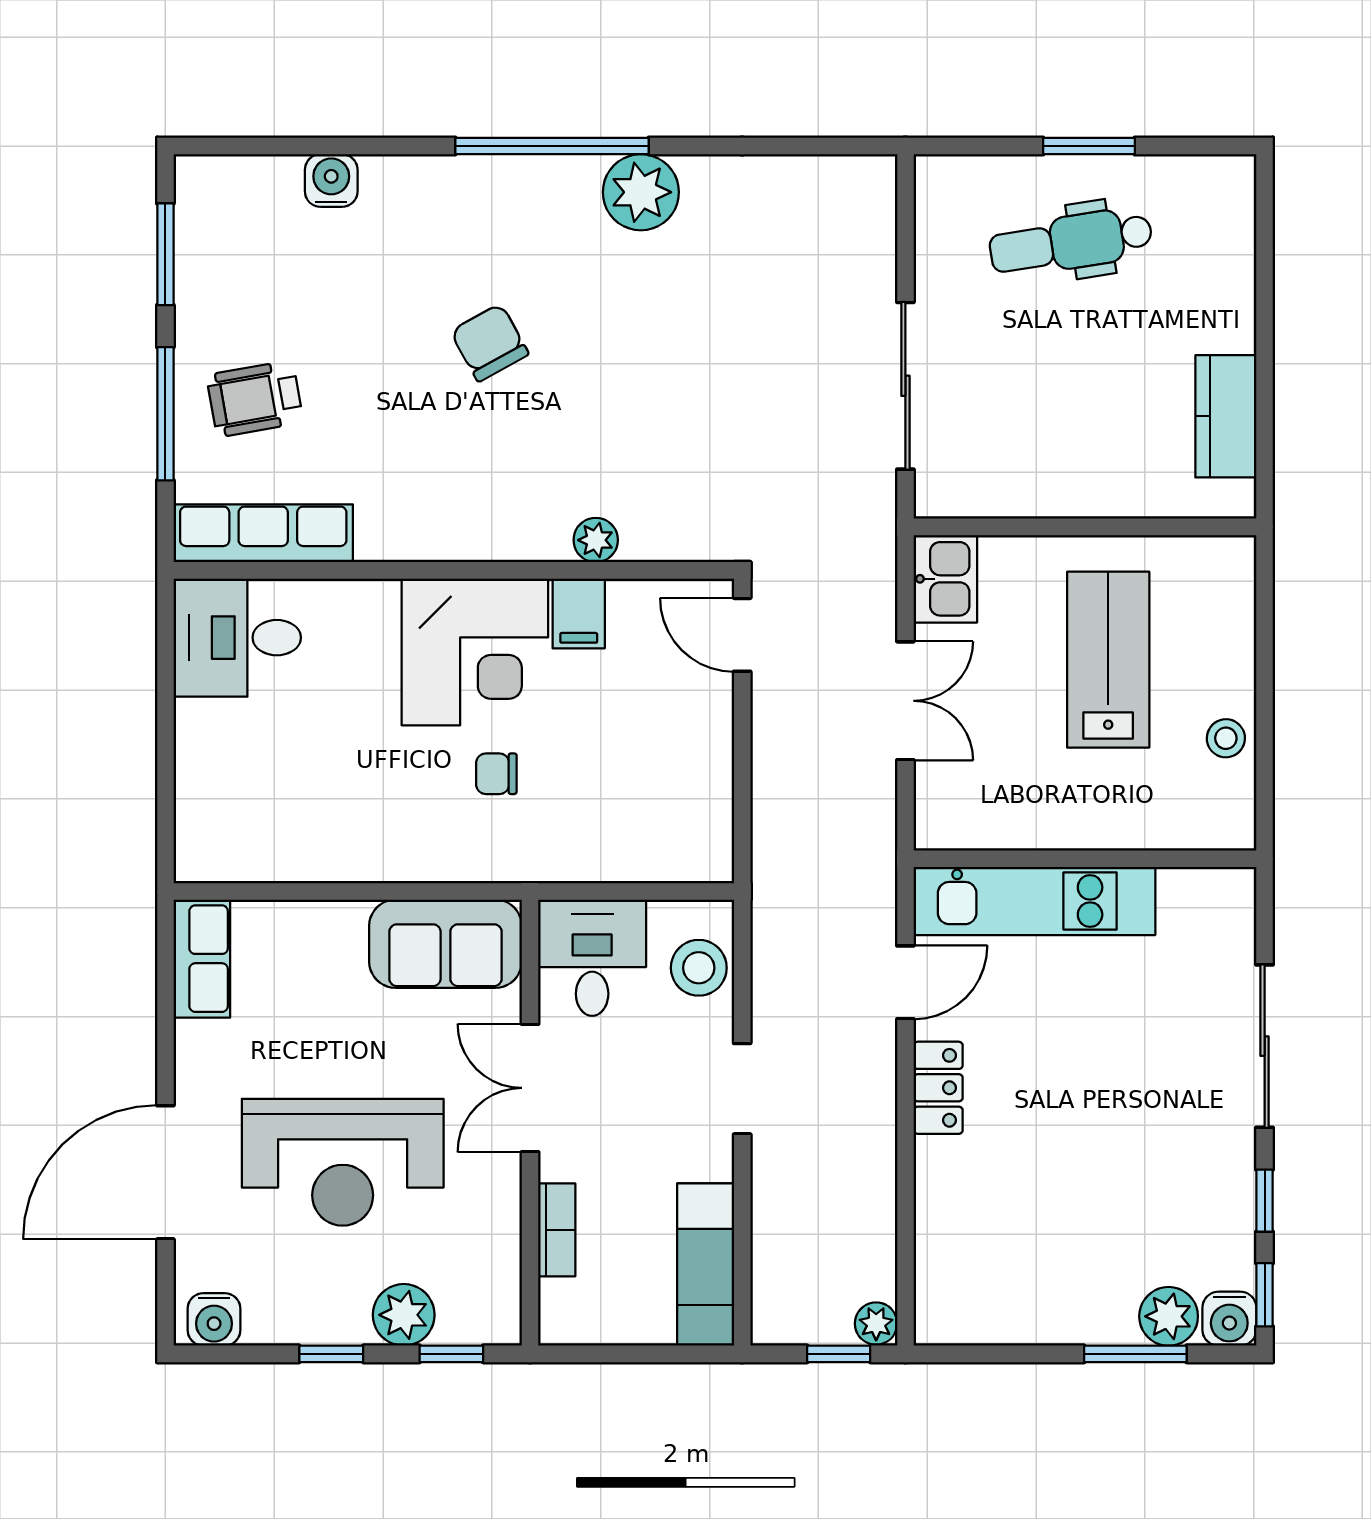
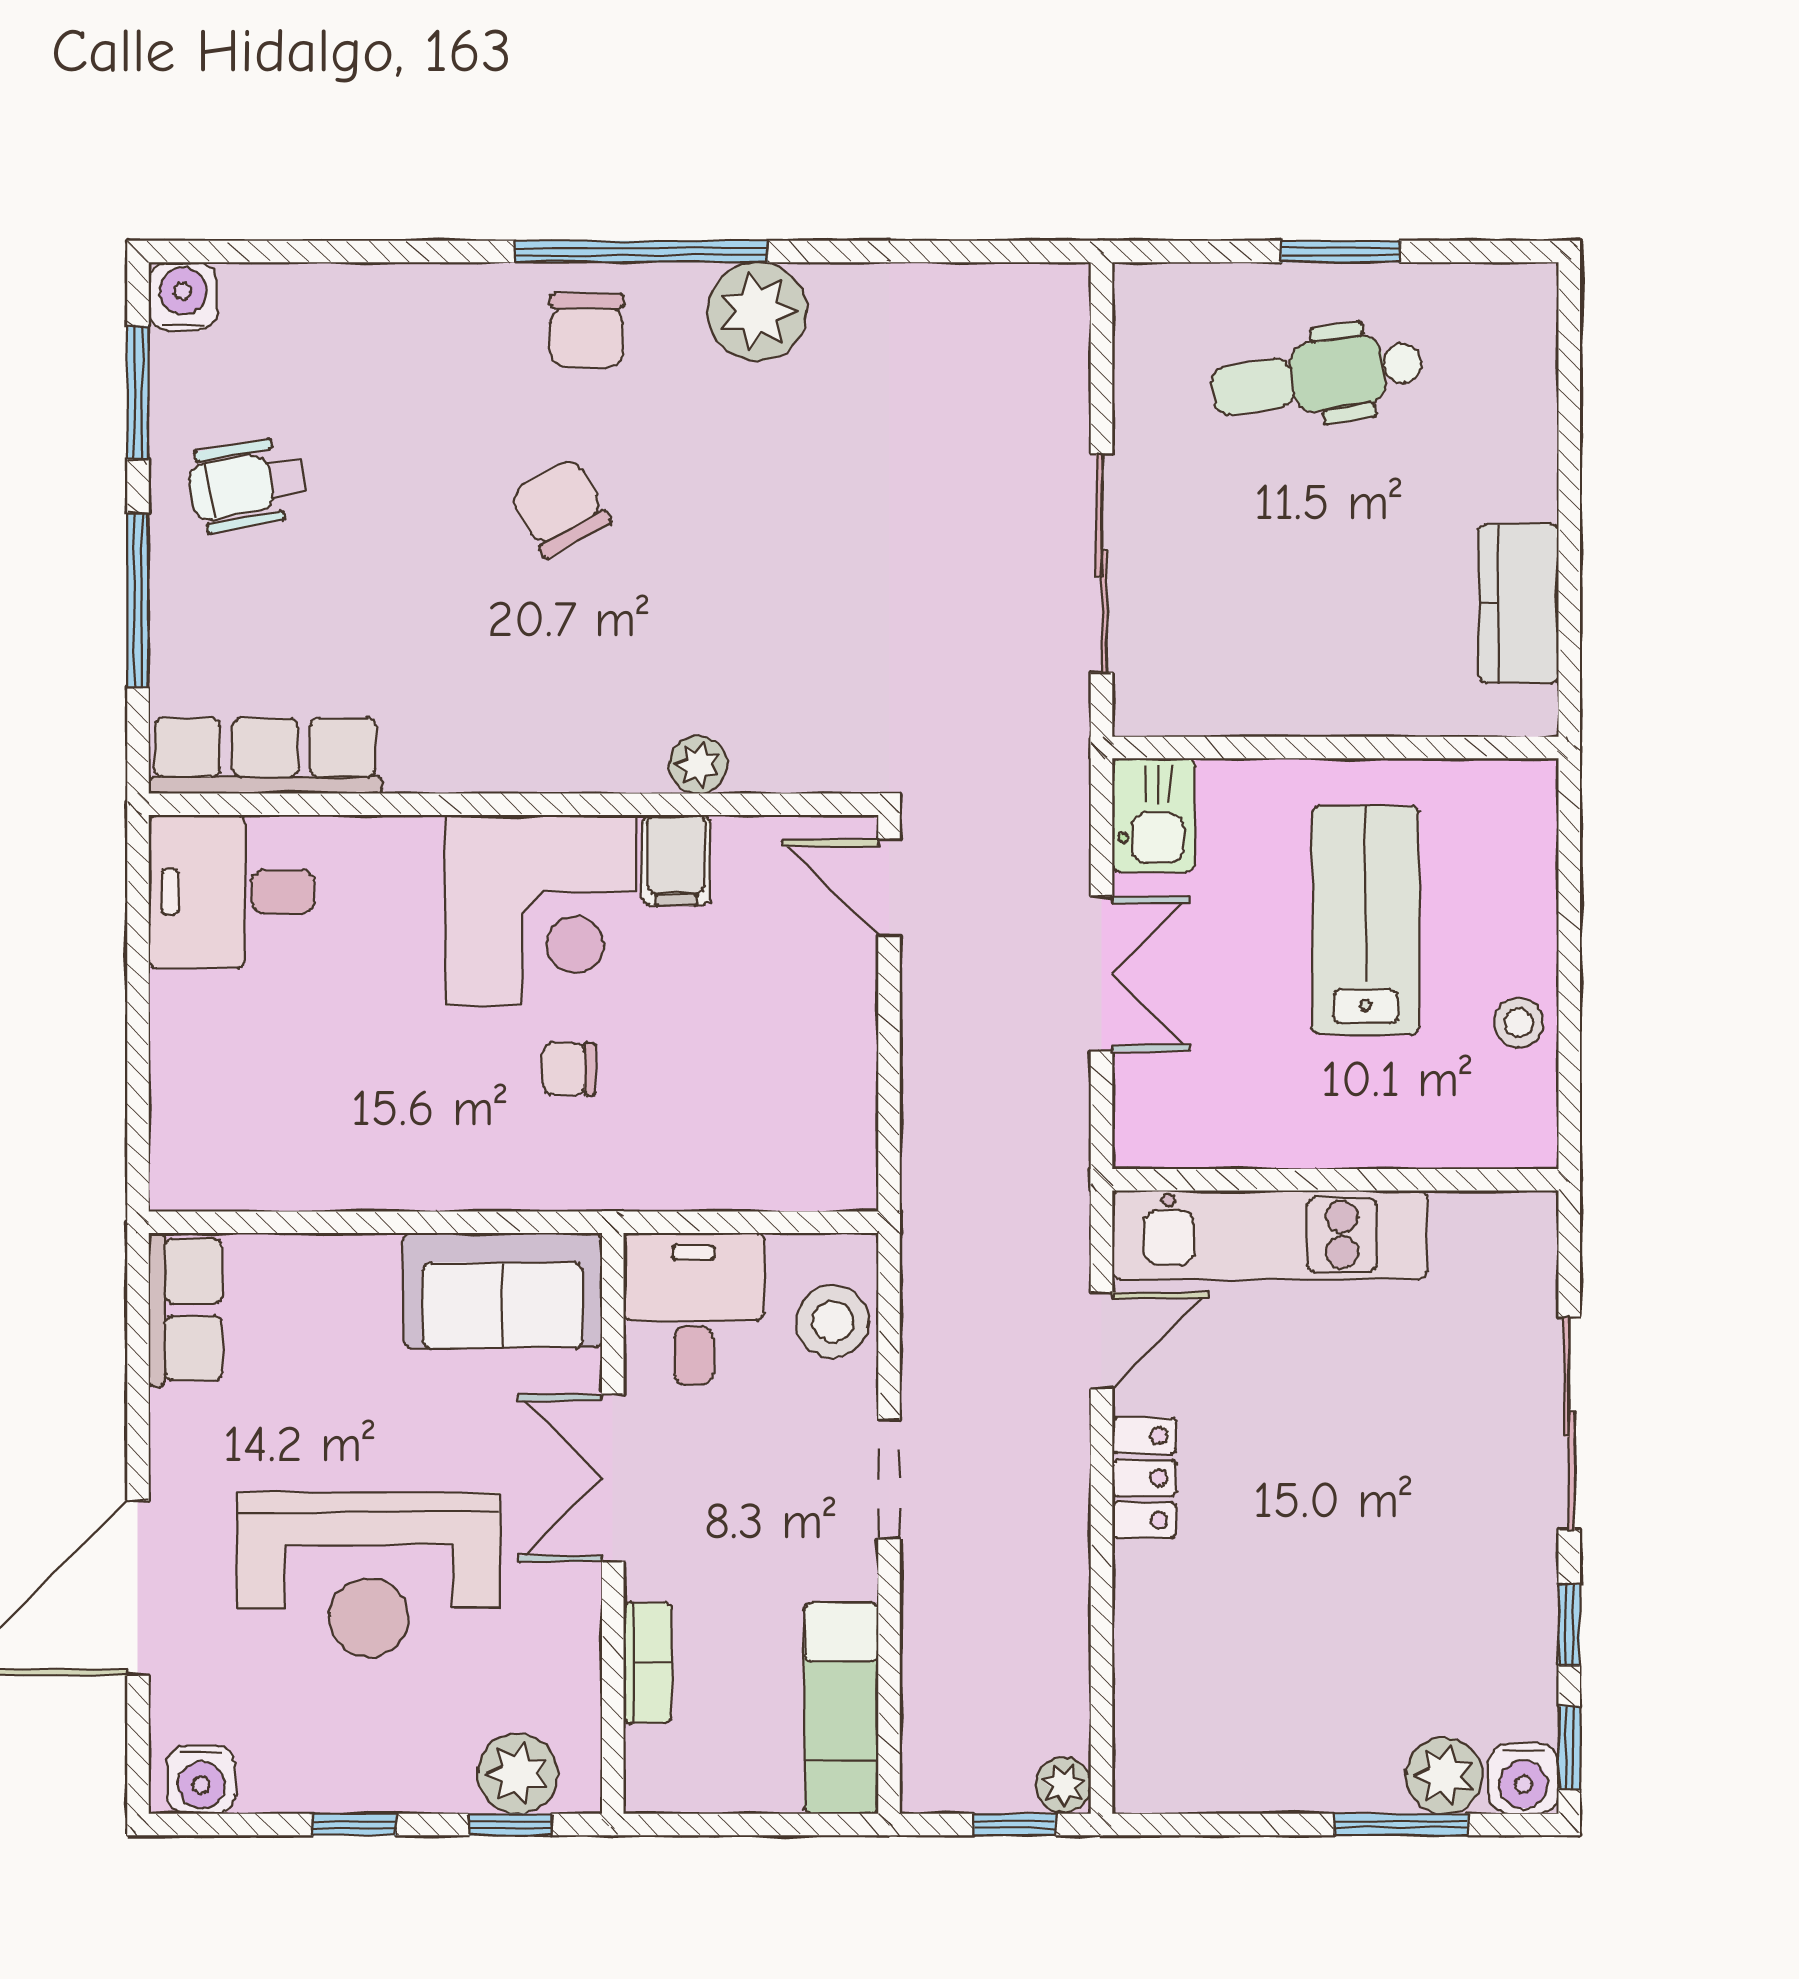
water cooler: (331, 181) -> (183, 297), moved
chair: (510, 207) -> (587, 330), added
wheelchair: (255, 399) -> (248, 485), moved
plant: (404, 1315) -> (518, 1774), moved

